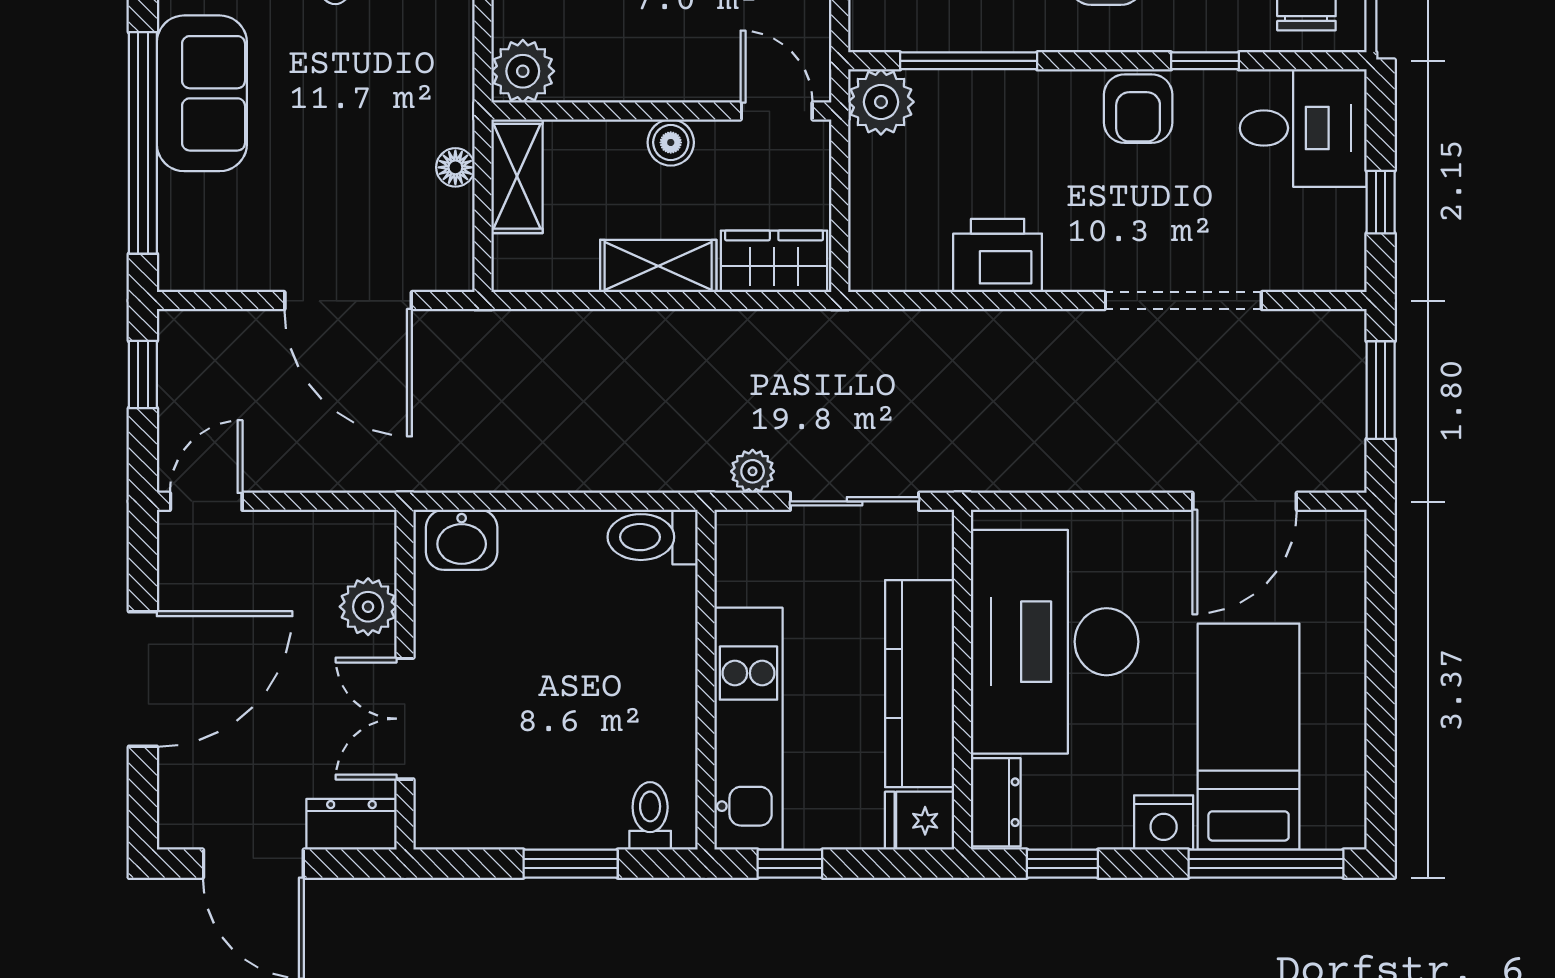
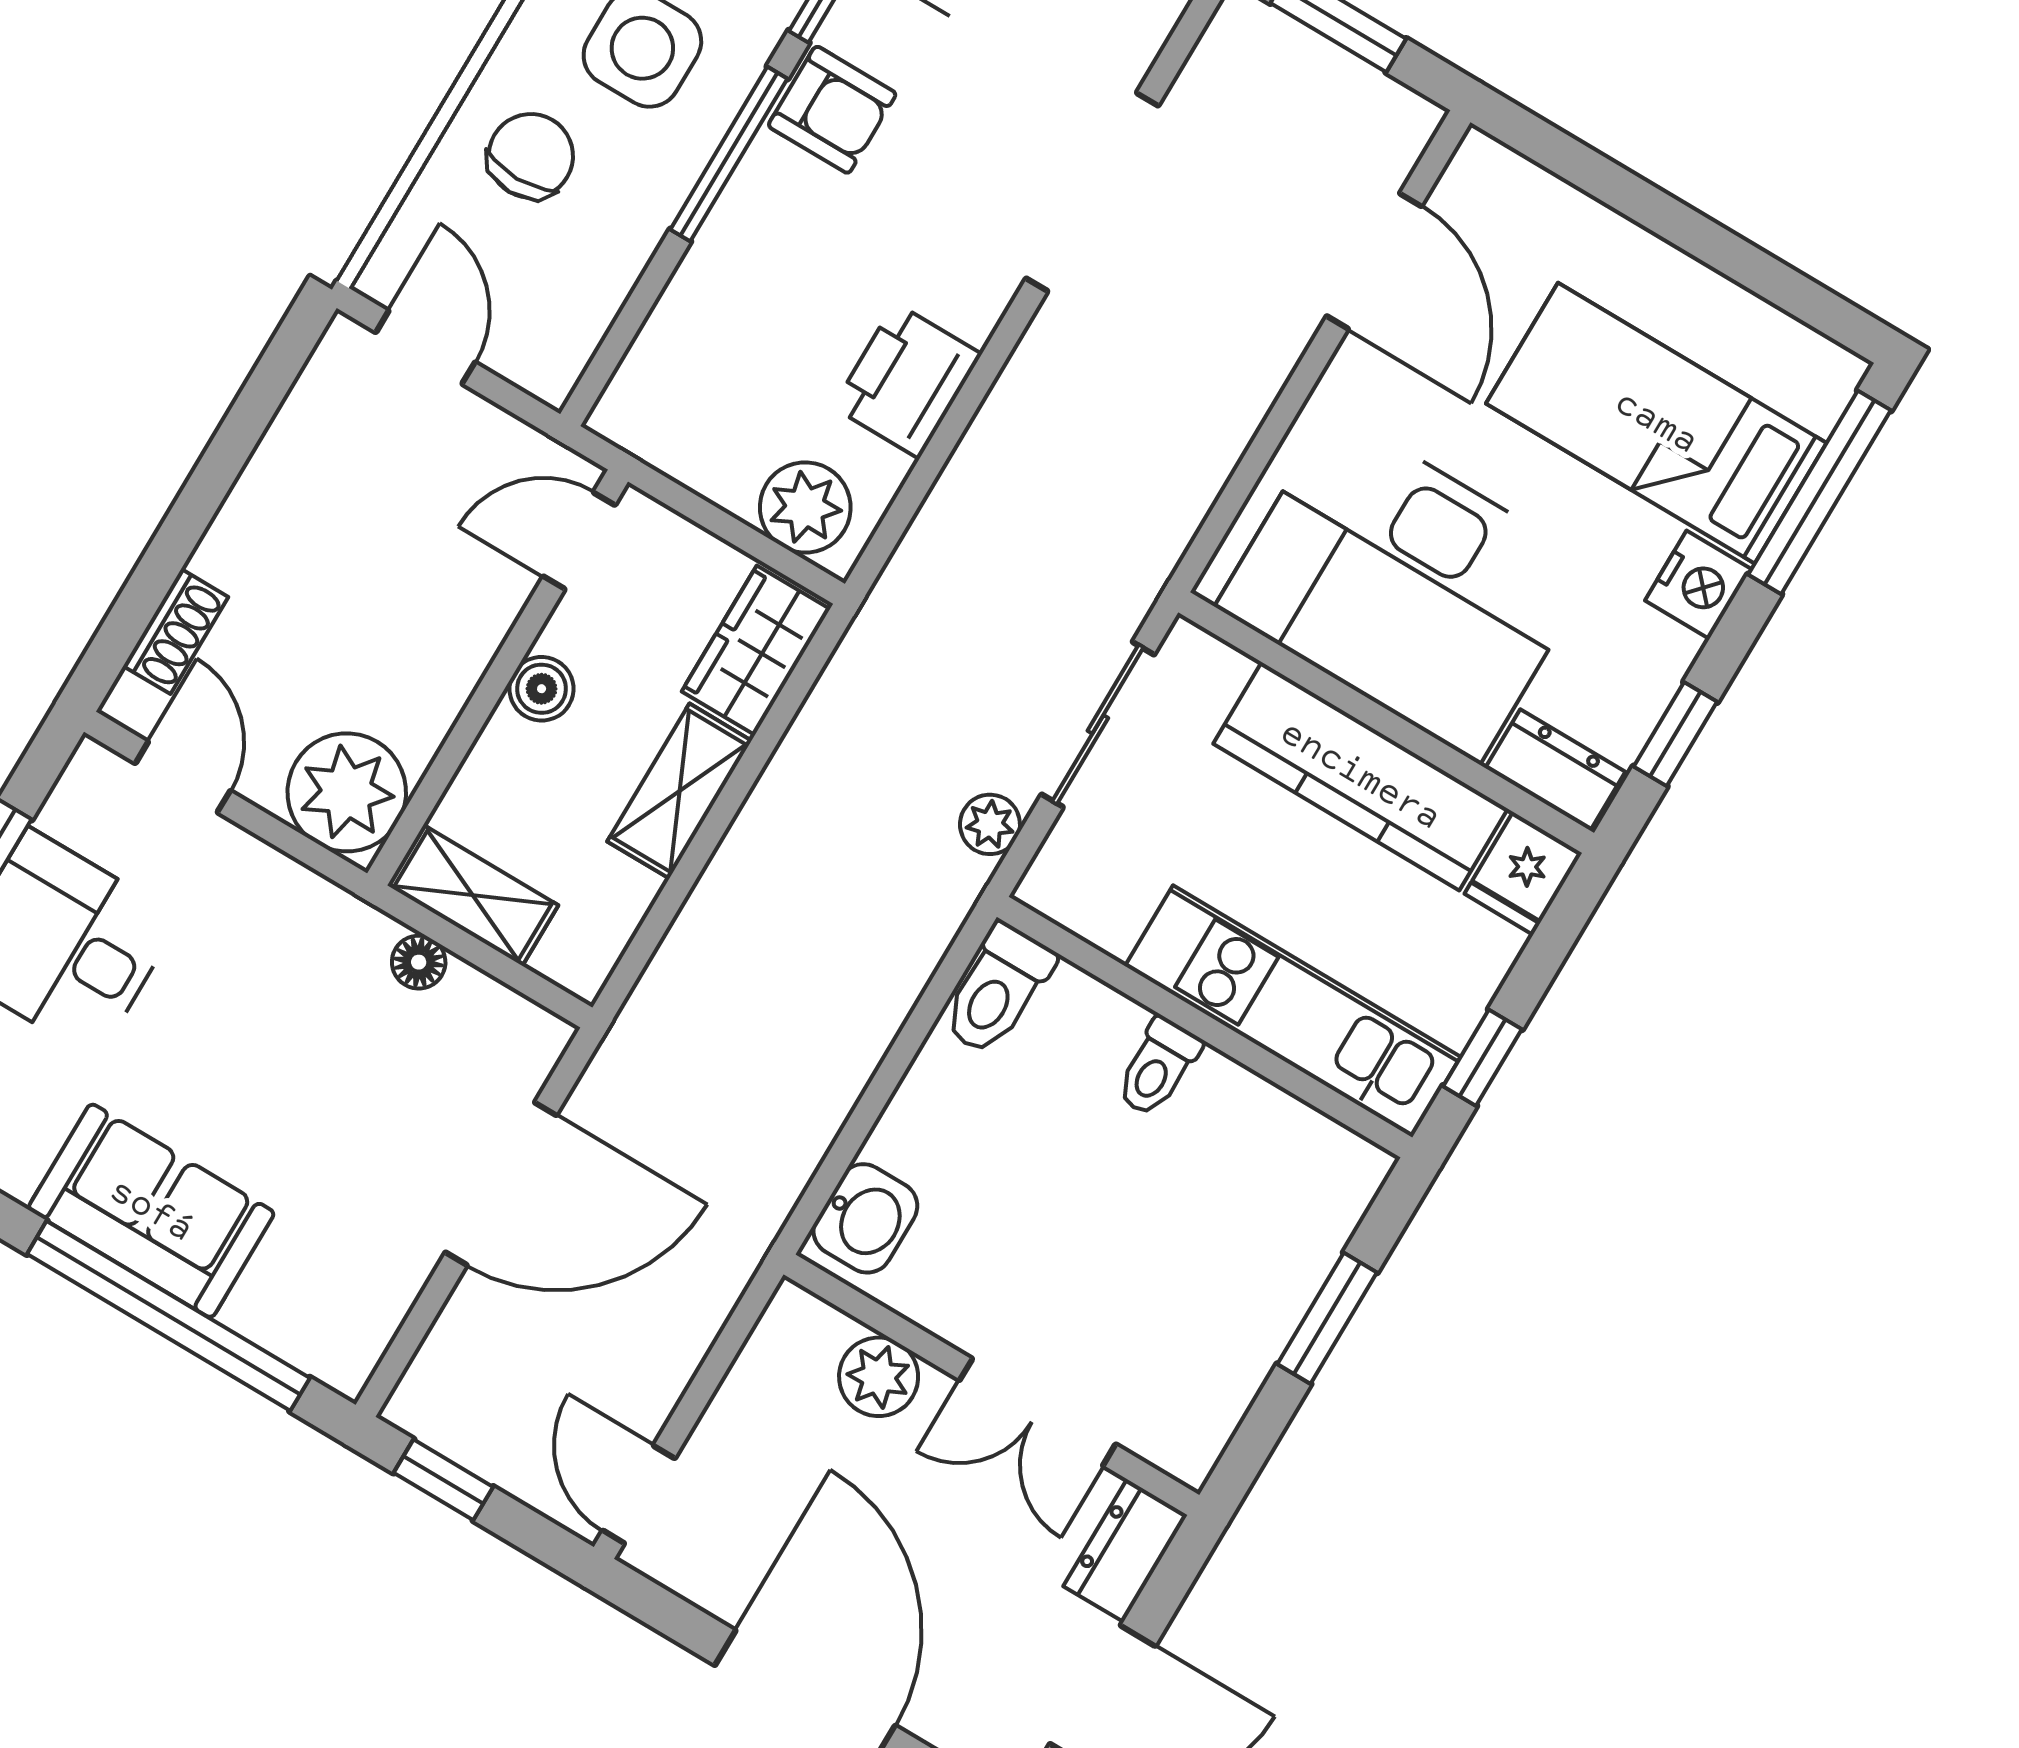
window: (969, 61) -> (729, 154), moved
plant: (523, 71) -> (347, 792), width x1.36, depth x1.36
plant: (881, 102) -> (805, 507), moved
toilet: (650, 816) -> (1158, 1067), moved, turned -90

